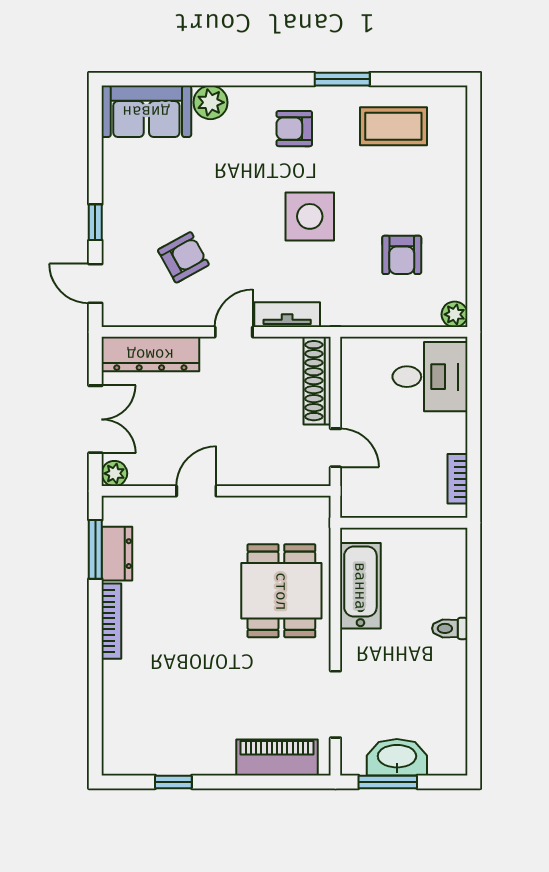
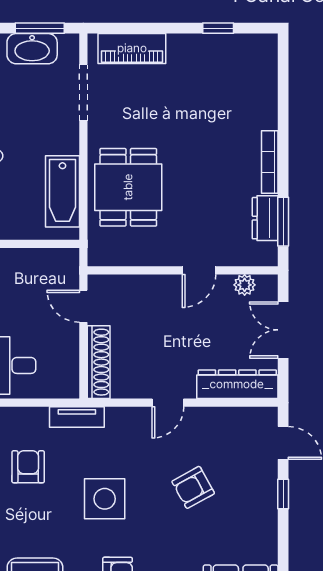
armchair: (183, 257) -> (193, 487), moved
tv unit: (287, 315) -> (77, 417), moved
plant: (114, 473) -> (245, 285), moved

